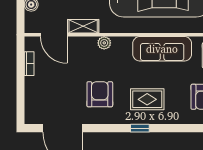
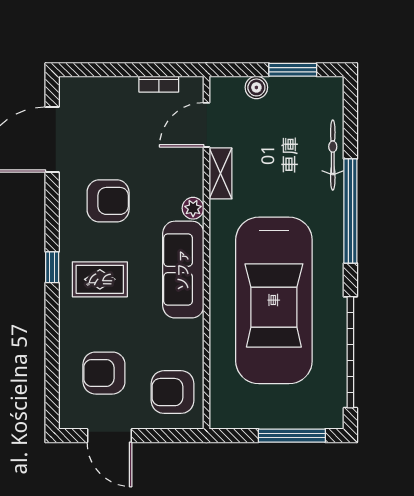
sofa: (162, 49) -> (183, 270), moved
rug: (147, 99) -> (100, 279), turned 90

